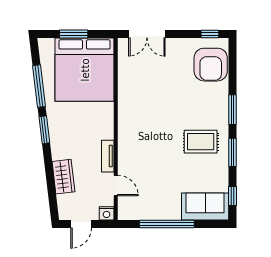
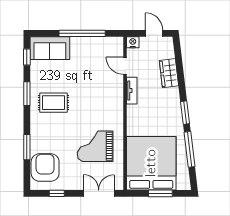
window: (210, 34) -> (57, 193), moved
grand piano: (151, 90) -> (95, 146), added
window: (232, 110) -> (27, 147), moved
door: (81, 224) -> (154, 33), hinge flipped

